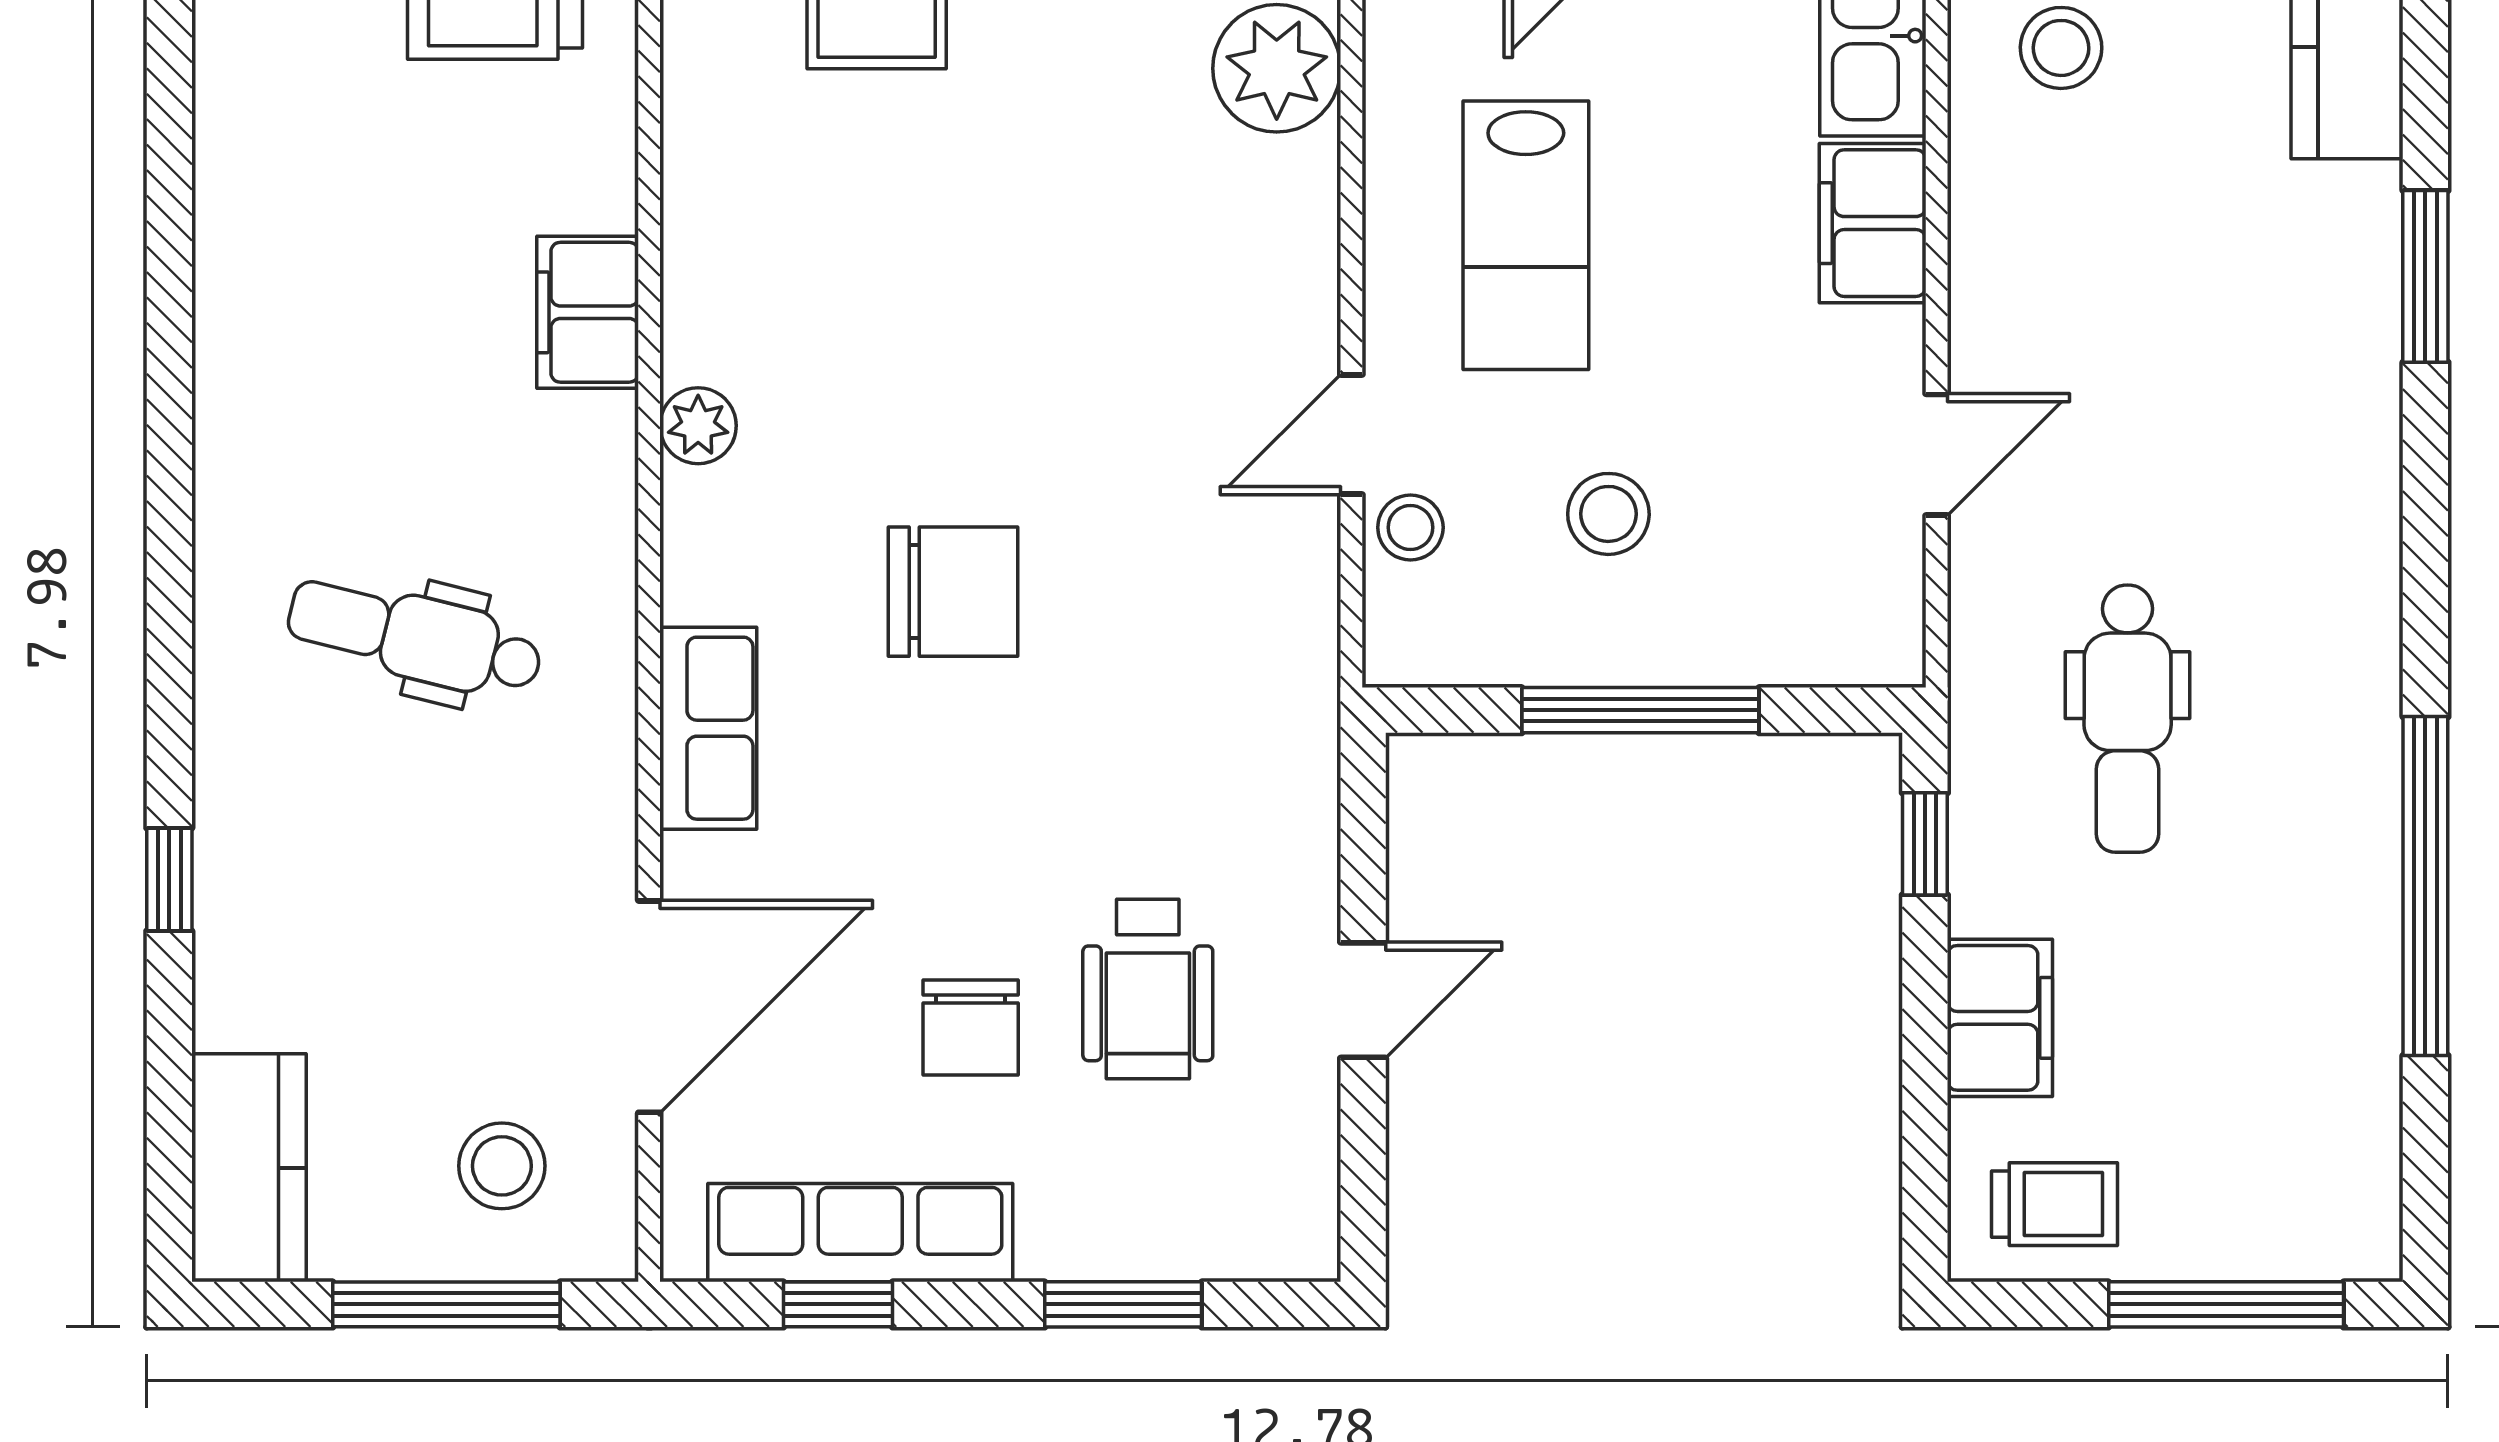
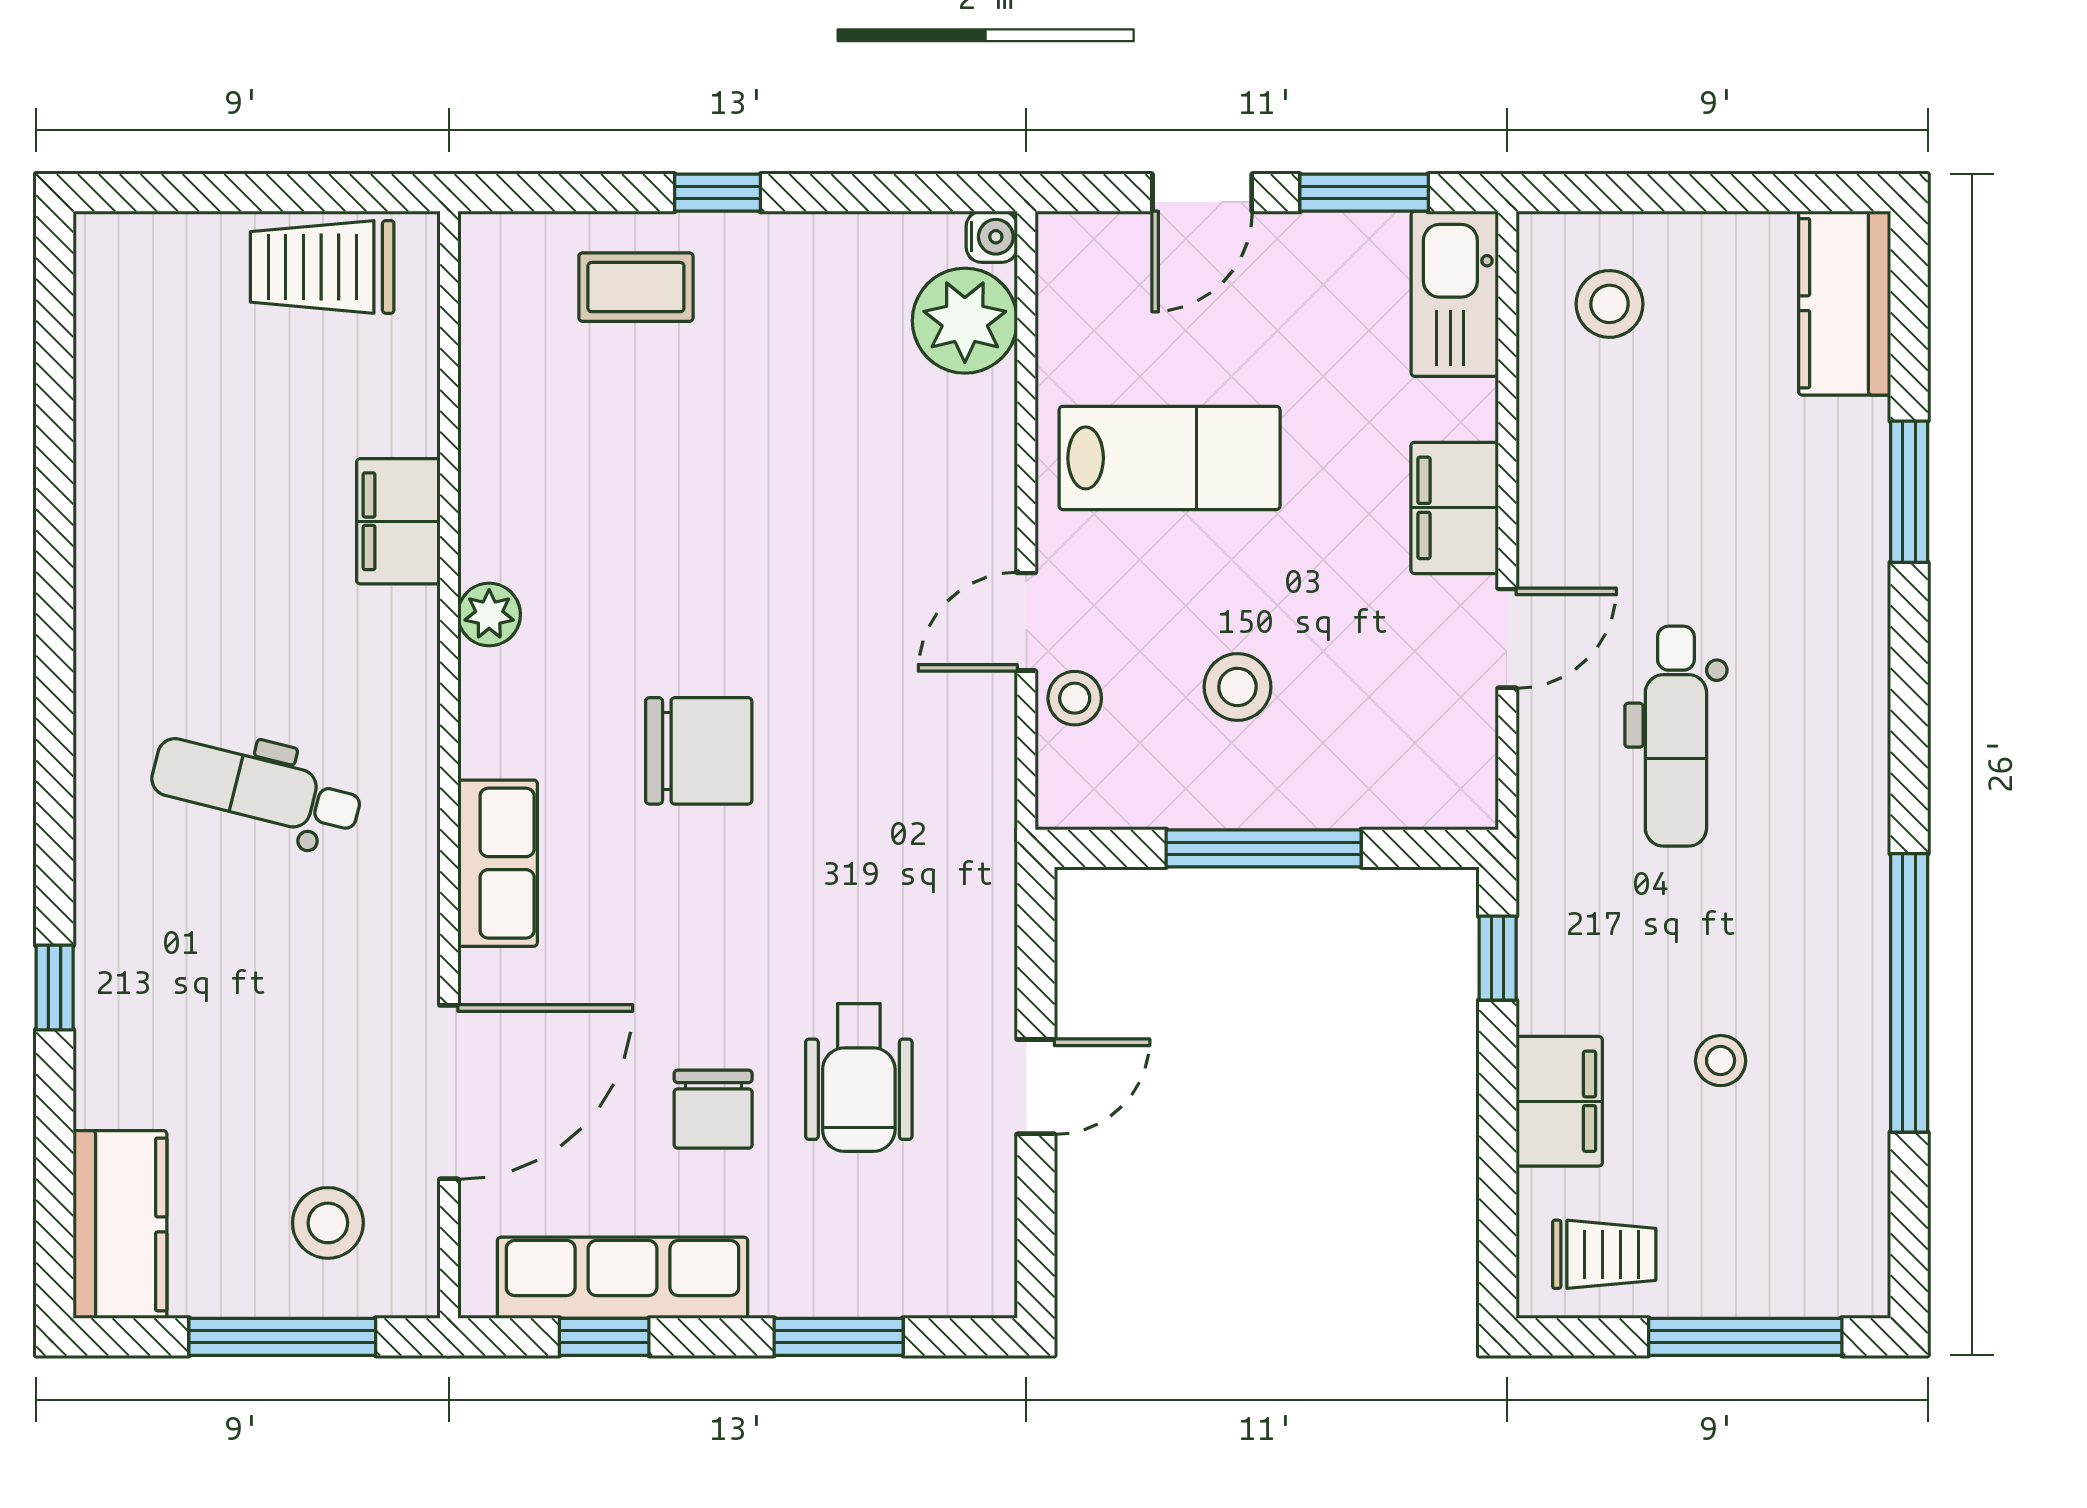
filing cabinet: (1873, 223) -> (1455, 508), moved
lab bench: (1526, 235) -> (1170, 458), turned -90
dental chair: (2128, 719) -> (1676, 736), moved
stool: (2196, 968) -> (1721, 1061), added

